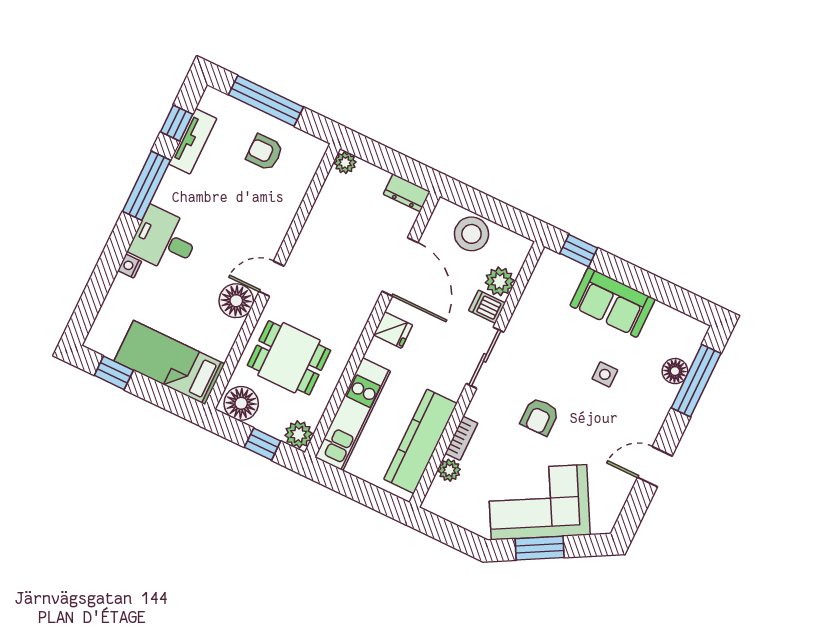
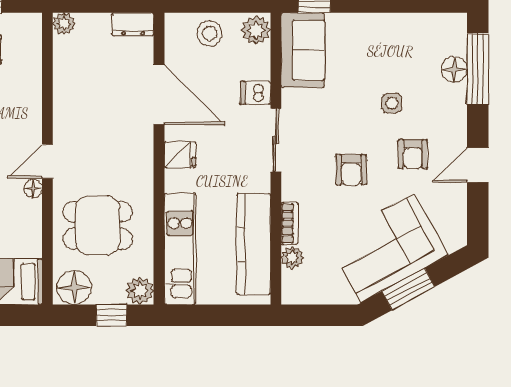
stool: (471, 234) -> (210, 33), width x0.73, depth x0.73
plant: (500, 281) -> (256, 30), moved
floor lamp: (236, 301) -> (33, 188), width x0.53, depth x0.53
sofa: (613, 302) -> (303, 50), moved, turned -90
armchair: (602, 429) -> (413, 154), added

